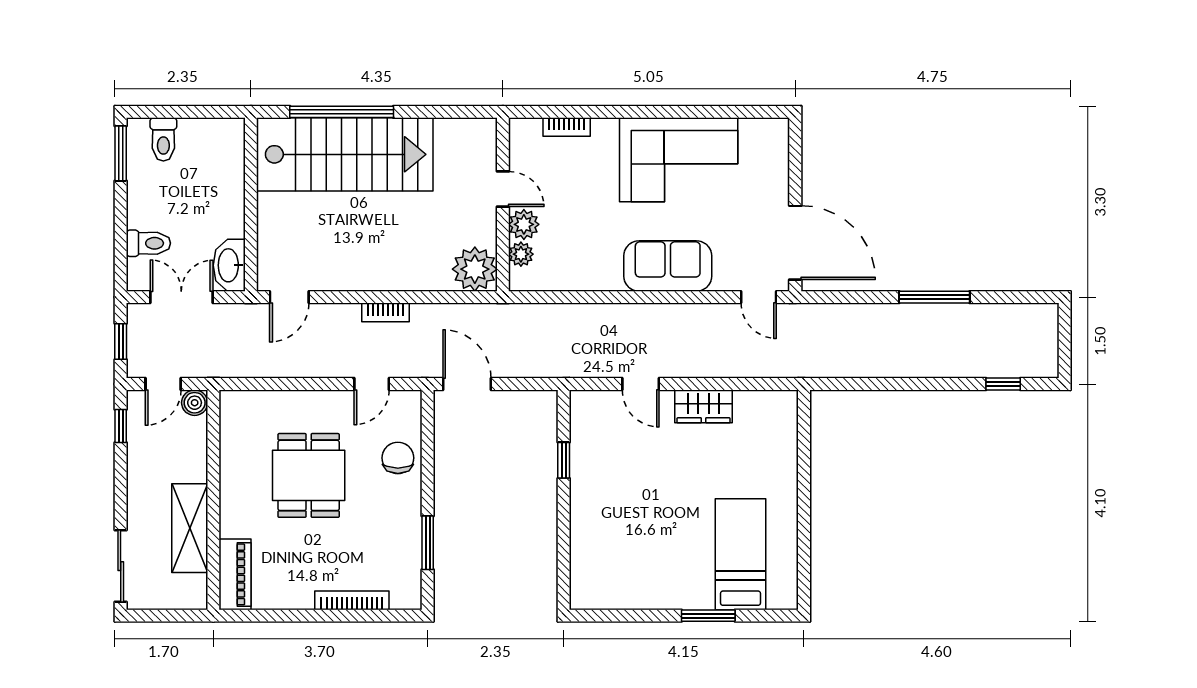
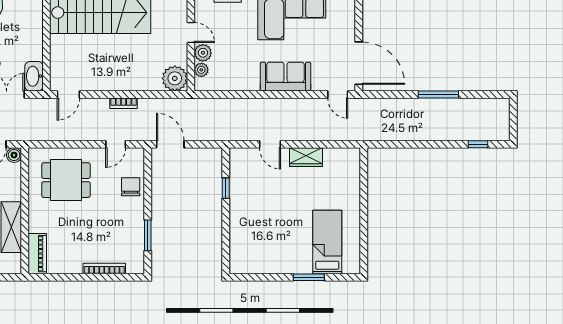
dining table: (309, 475) -> (66, 180), moved, turned 90

